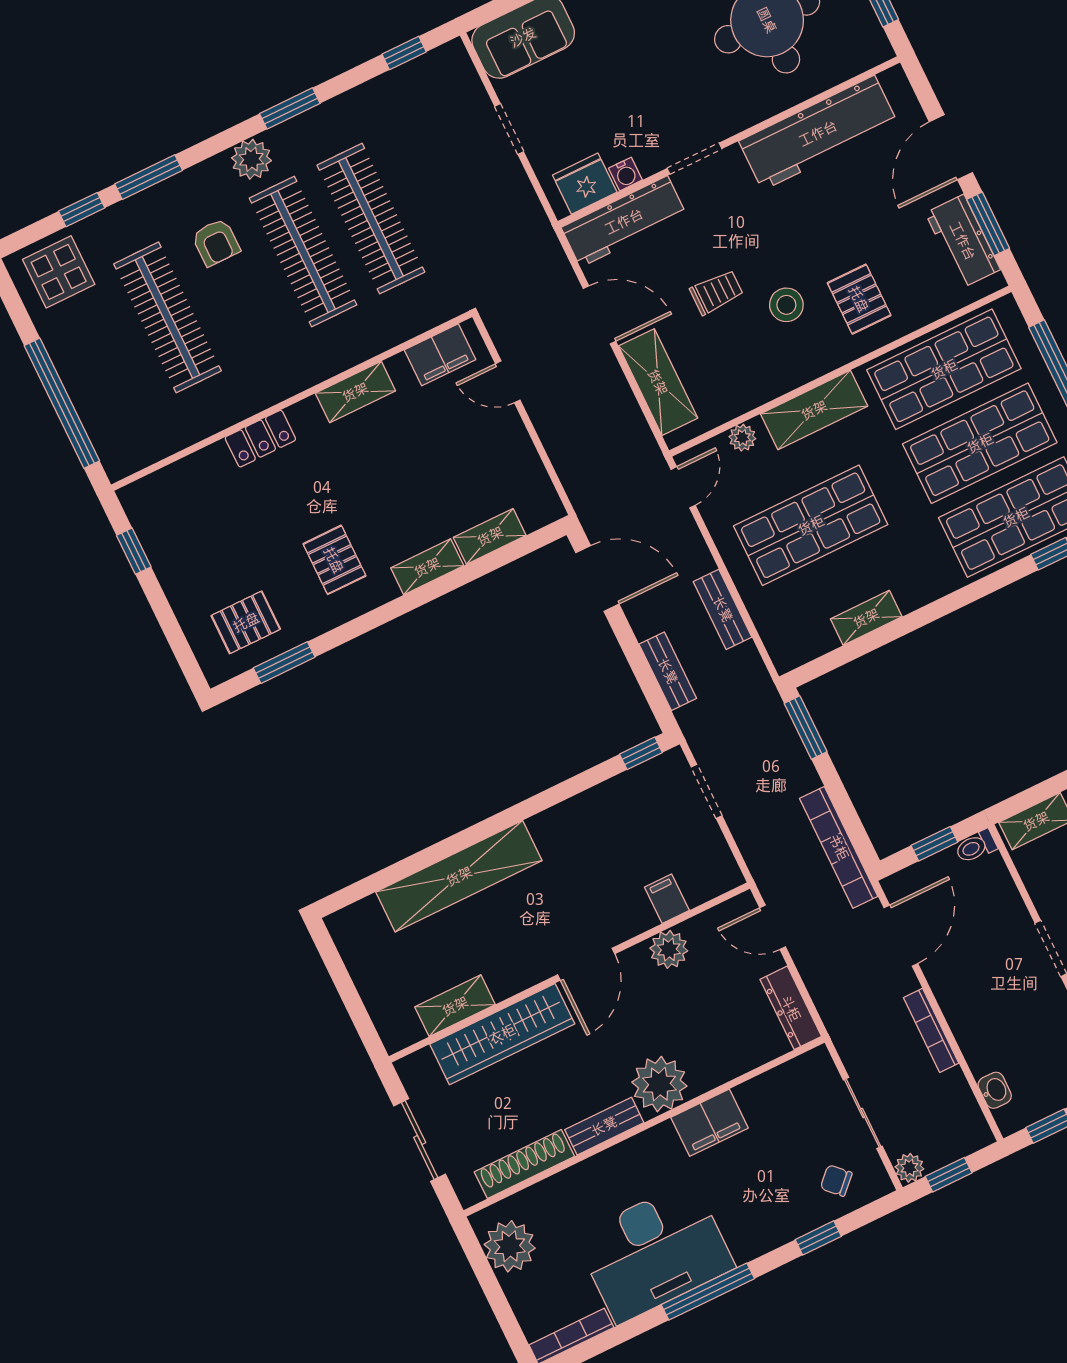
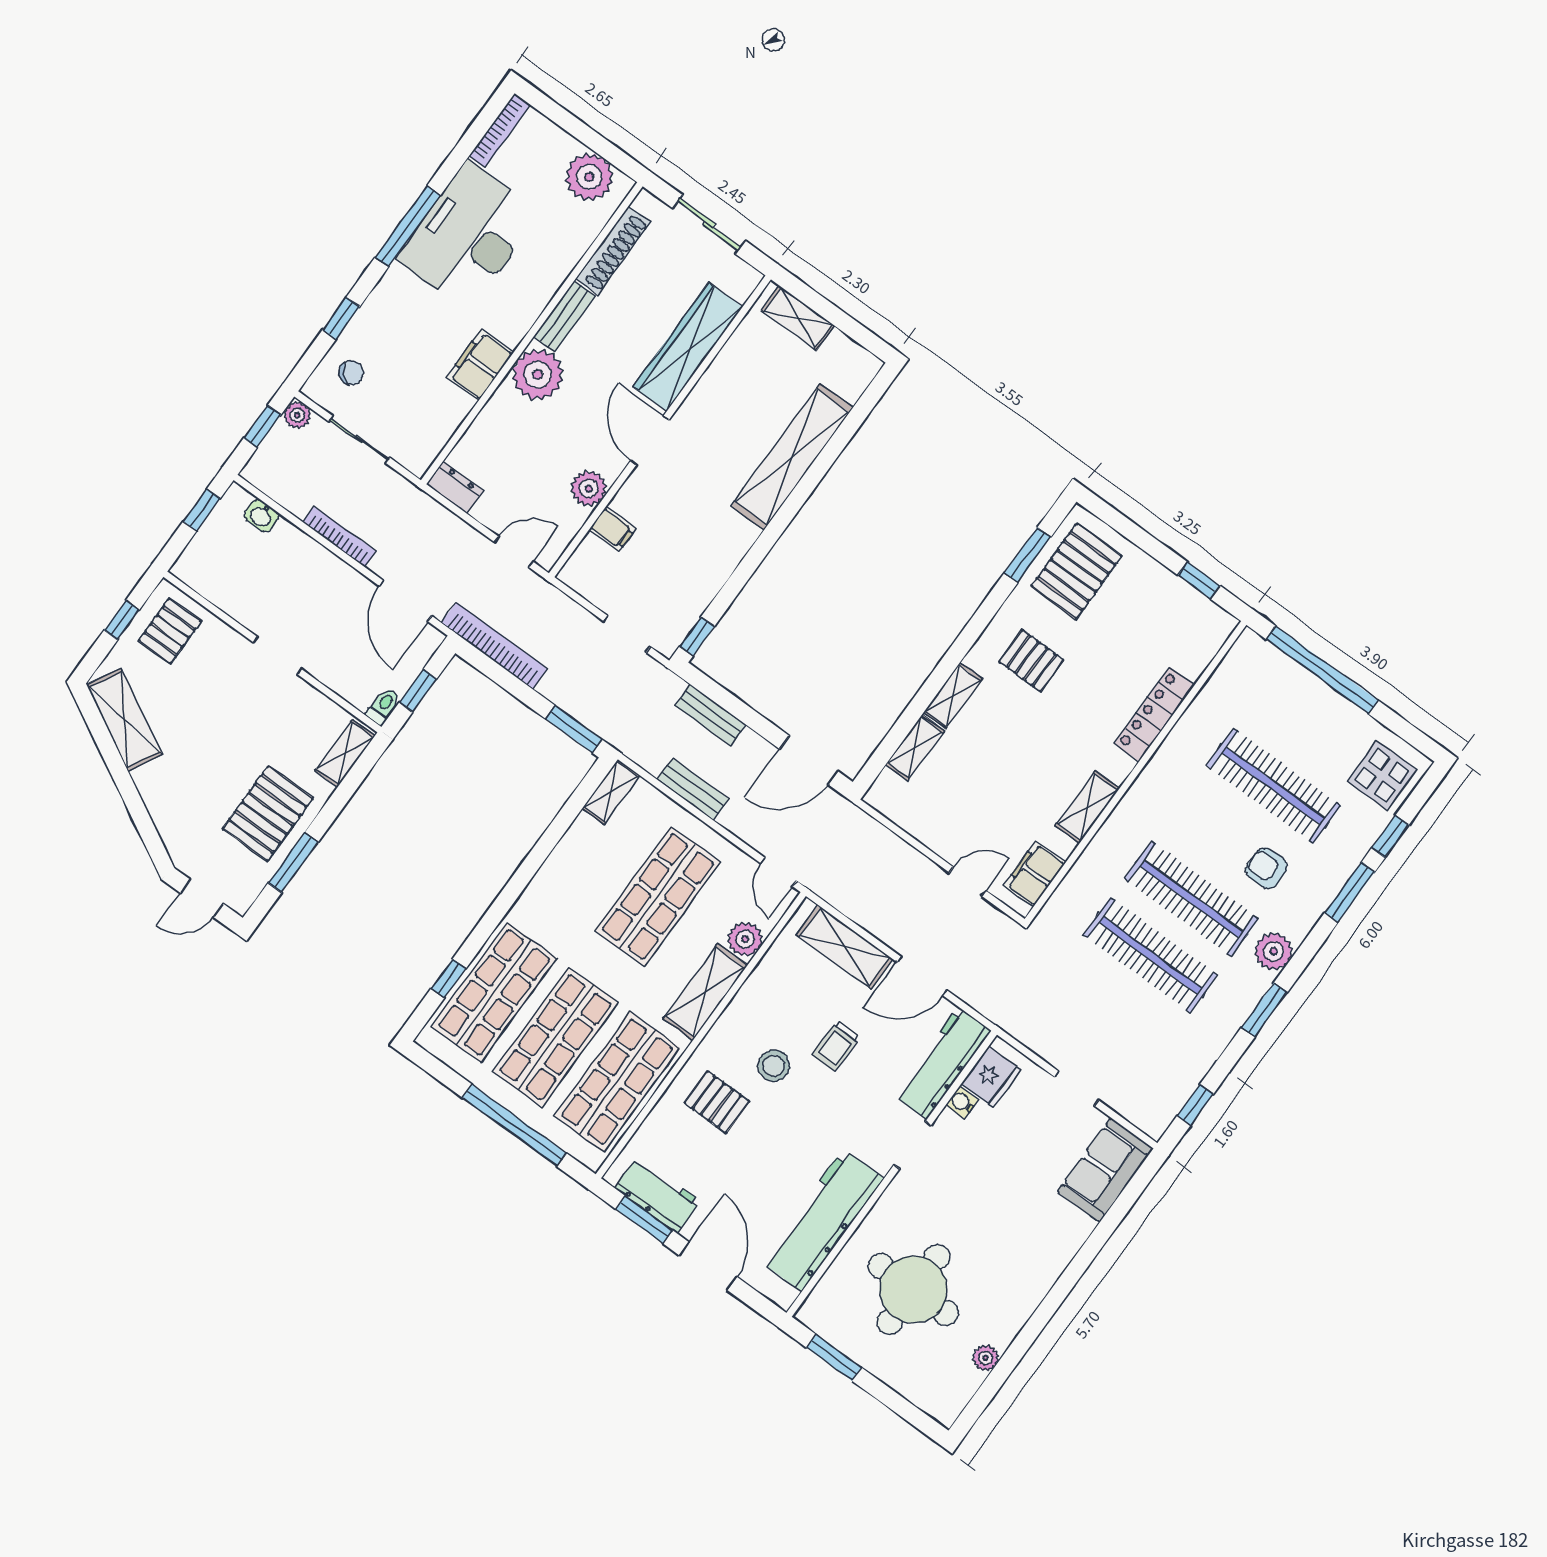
plant: (742, 438) -> (745, 939), width x1.38, depth x1.38
locker: (260, 439) -> (1154, 714), width x1.53
shelving: (866, 618) -> (611, 792), moved
pallet: (246, 622) -> (1076, 571), width x1.50, depth x1.42
shelving: (455, 1006) -> (798, 318), moved, turned 90
dresser: (791, 1008) -> (455, 488), width x0.70

